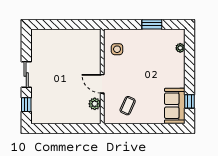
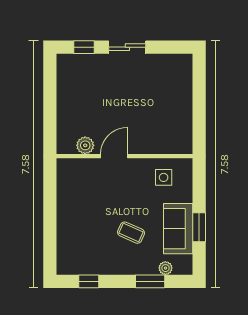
window: (190, 59) -> (150, 281), added
coffee table: (128, 106) -> (131, 233), moved
sofa: (175, 106) -> (178, 229), moved, turned -90

